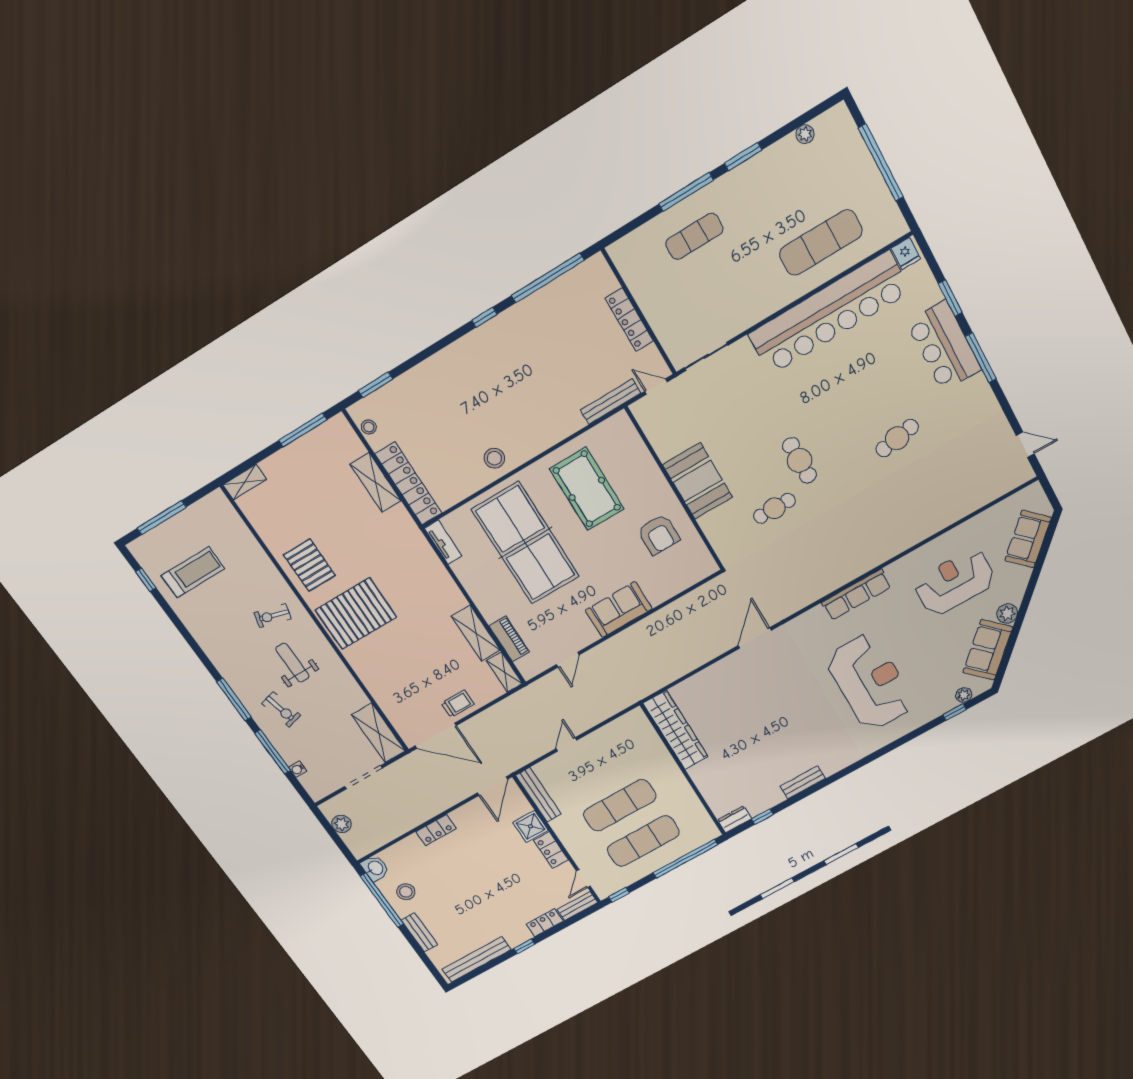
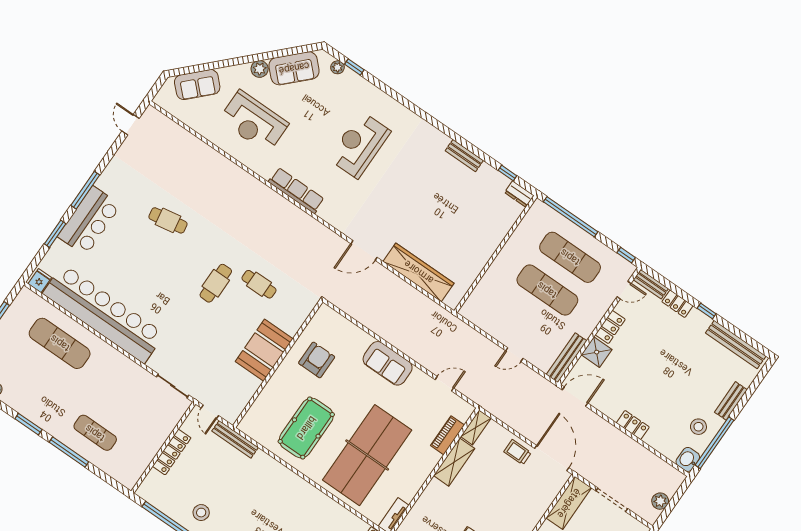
stool: (494, 458) -> (201, 513), moved
reception desk: (870, 682) -> (359, 145), width x0.74, depth x0.77
wardrobe: (676, 730) -> (419, 272), moved, turned 90

